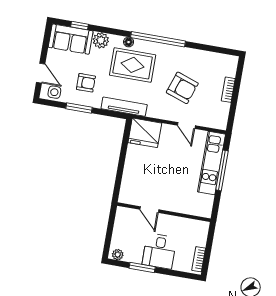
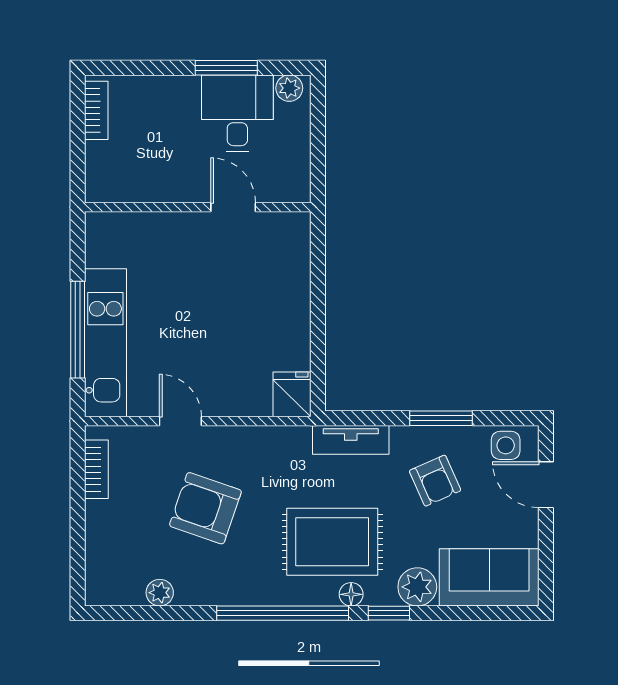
window: (80, 26) -> (389, 613), moved
plant: (207, 56) -> (160, 593), added
armchair: (86, 83) -> (435, 481), turned -114
bookcase: (228, 90) -> (96, 469), moved
tv unit: (124, 107) -> (351, 440), width x0.71
fridge: (145, 133) -> (292, 394), width x0.53, depth x0.75
desk: (159, 251) -> (237, 113), moved

